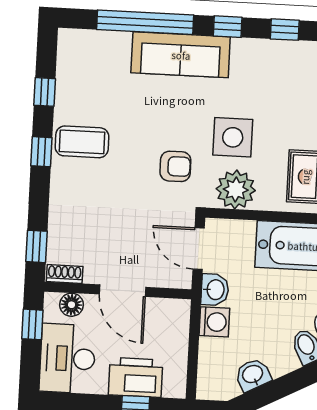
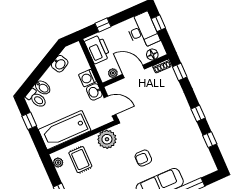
side table: (233, 137) -> (120, 161), removed
coffee table: (82, 142) -> (183, 126), removed
armchair: (175, 166) -> (143, 158), moved
plant: (162, 307) -> (113, 73), added
window: (32, 324) -> (158, 23), moved
printer: (136, 377) -> (98, 49), moved, turned -90

